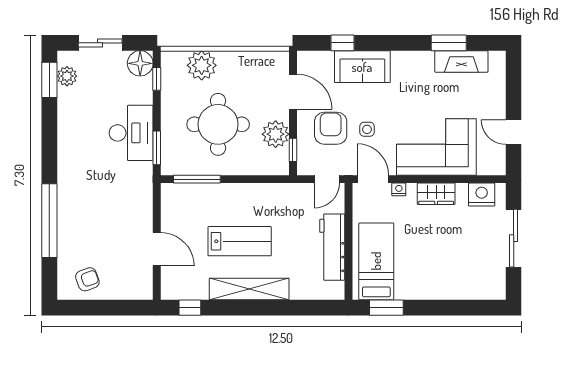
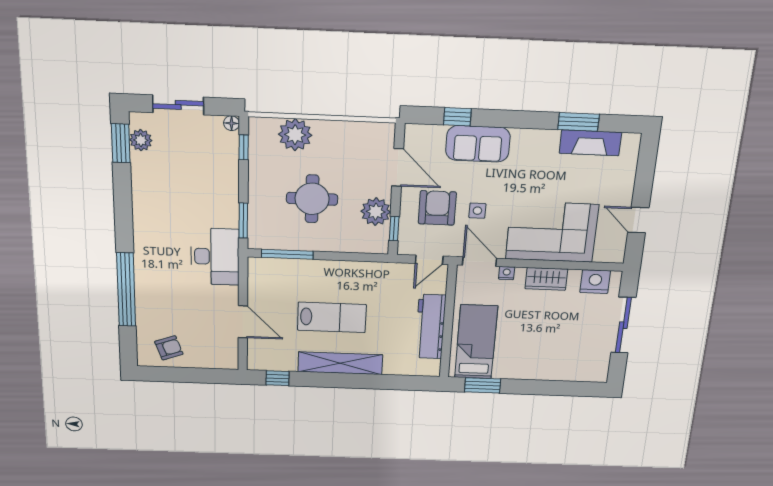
floor lamp: (140, 63) -> (232, 123), width x0.53, depth x0.53
round table: (218, 124) -> (312, 199), width x0.73, depth x0.73
desk: (131, 133) -> (215, 257), moved

